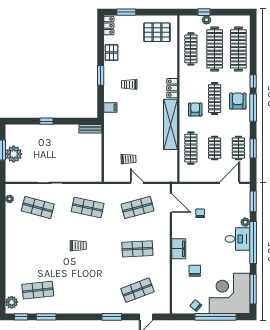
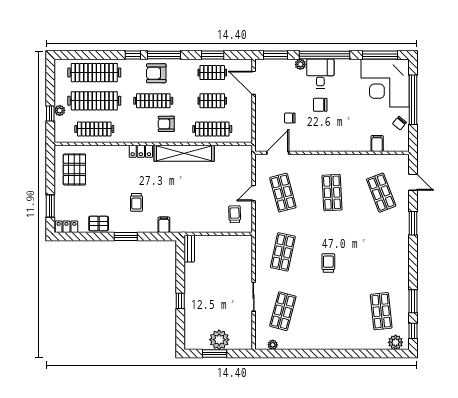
trolley: (128, 159) -> (235, 214), moved
filing cabinet: (179, 249) -> (377, 143), moved, width x0.50
chair: (195, 271) -> (320, 105), moved

